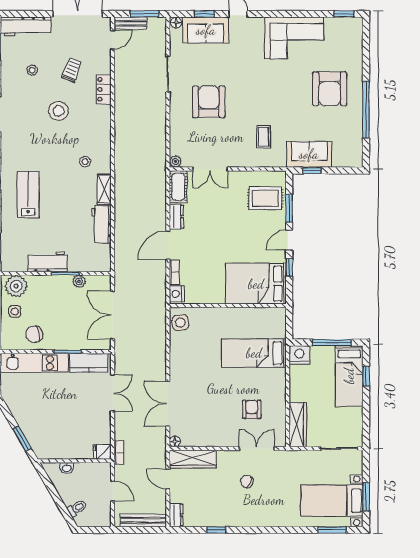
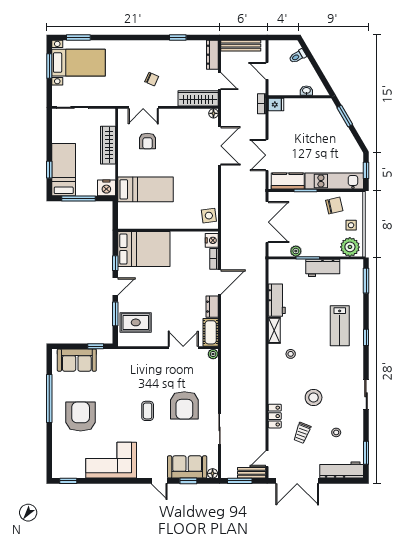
coffee table: (263, 137) -> (148, 411), moved
sofa: (309, 154) -> (77, 360), moved
wardrobe: (298, 425) -> (108, 145), moved
dresser: (176, 515) -> (212, 55), width x1.44

